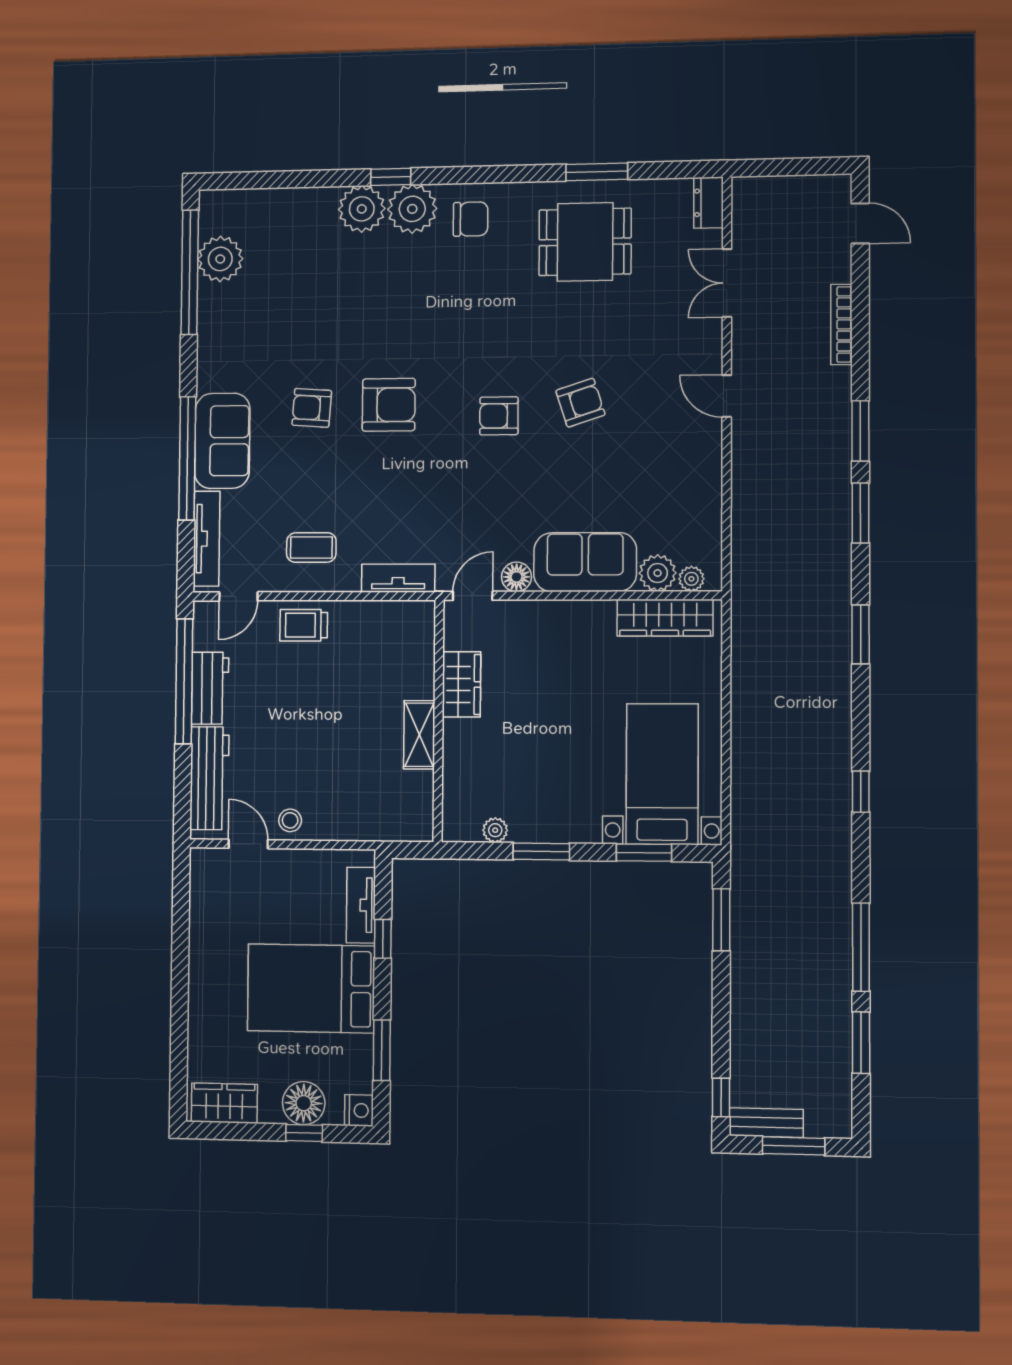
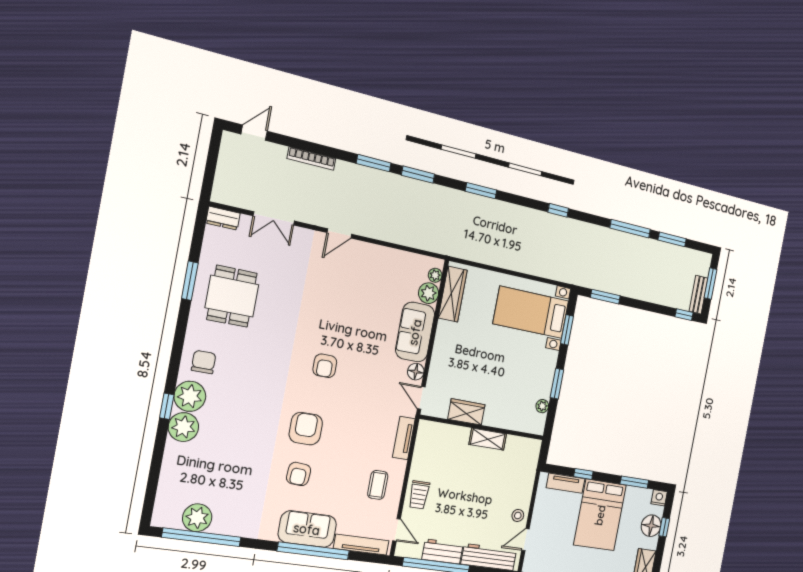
armchair: (580, 403) -> (327, 317), removed

